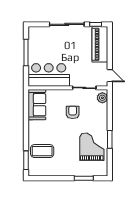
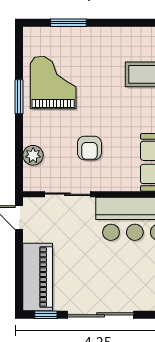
plant: (102, 98) -> (33, 155), moved
grand piano: (92, 147) -> (53, 82), turned 180

